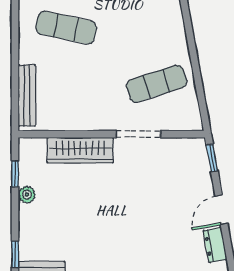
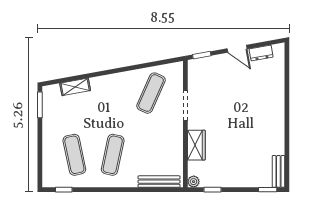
exercise mat: (157, 84) -> (151, 93), turned 42
wardrobe: (80, 150) -> (196, 145), width x0.67
plant: (27, 195) -> (194, 182), moved

